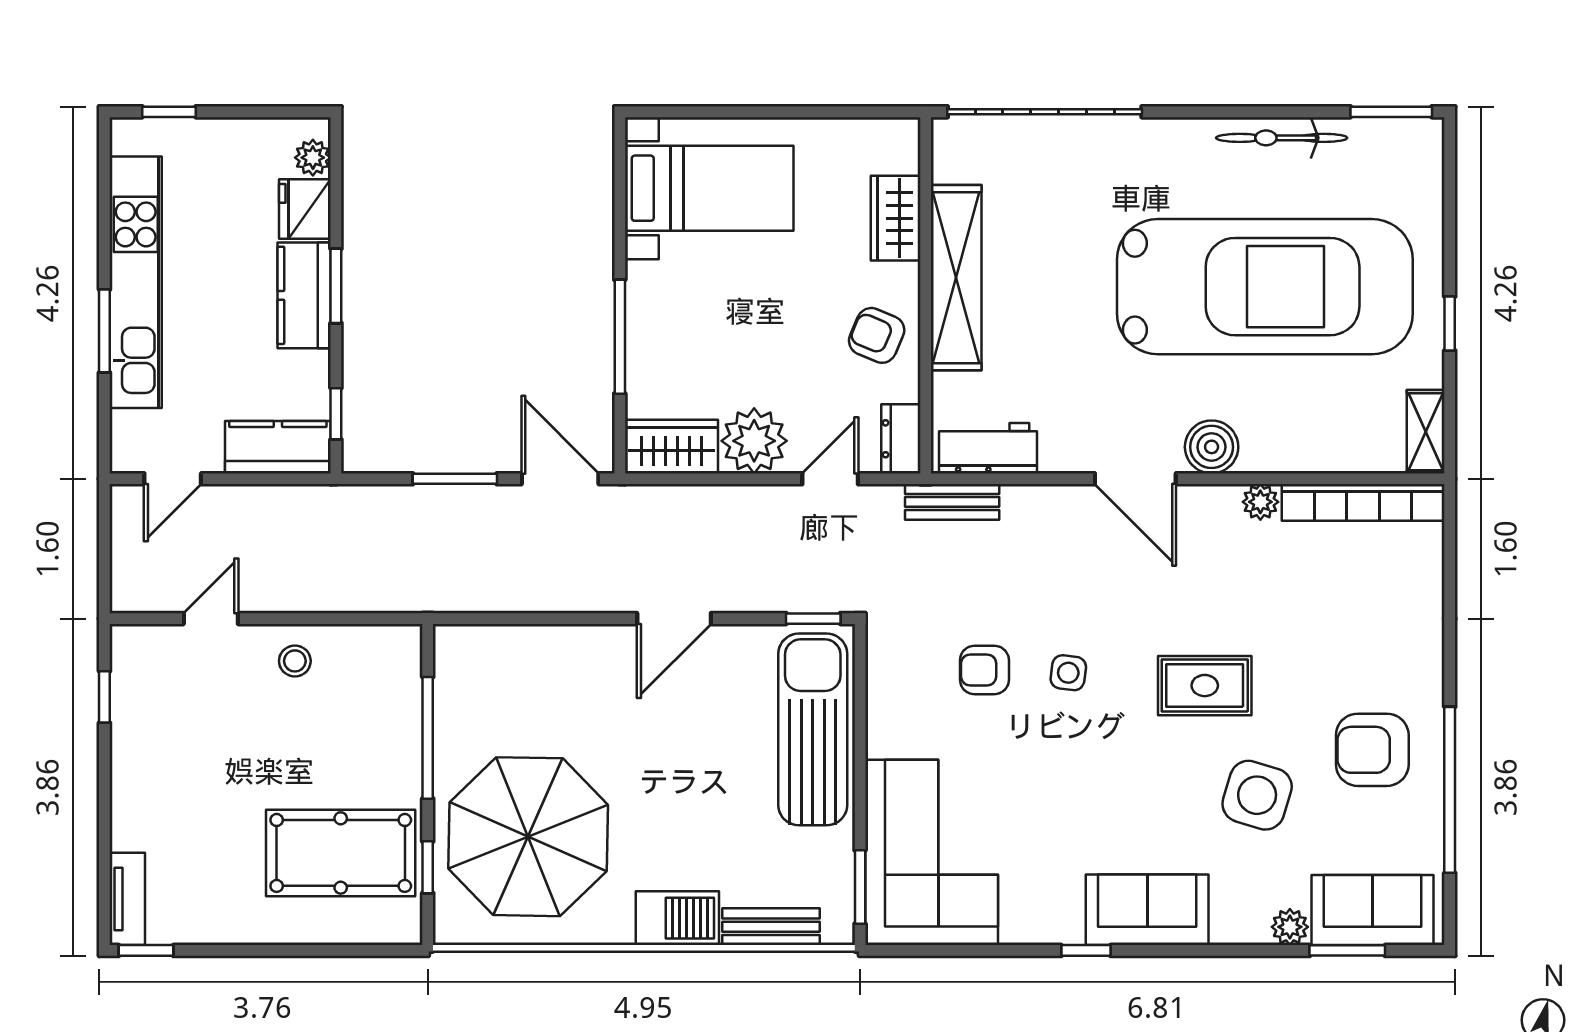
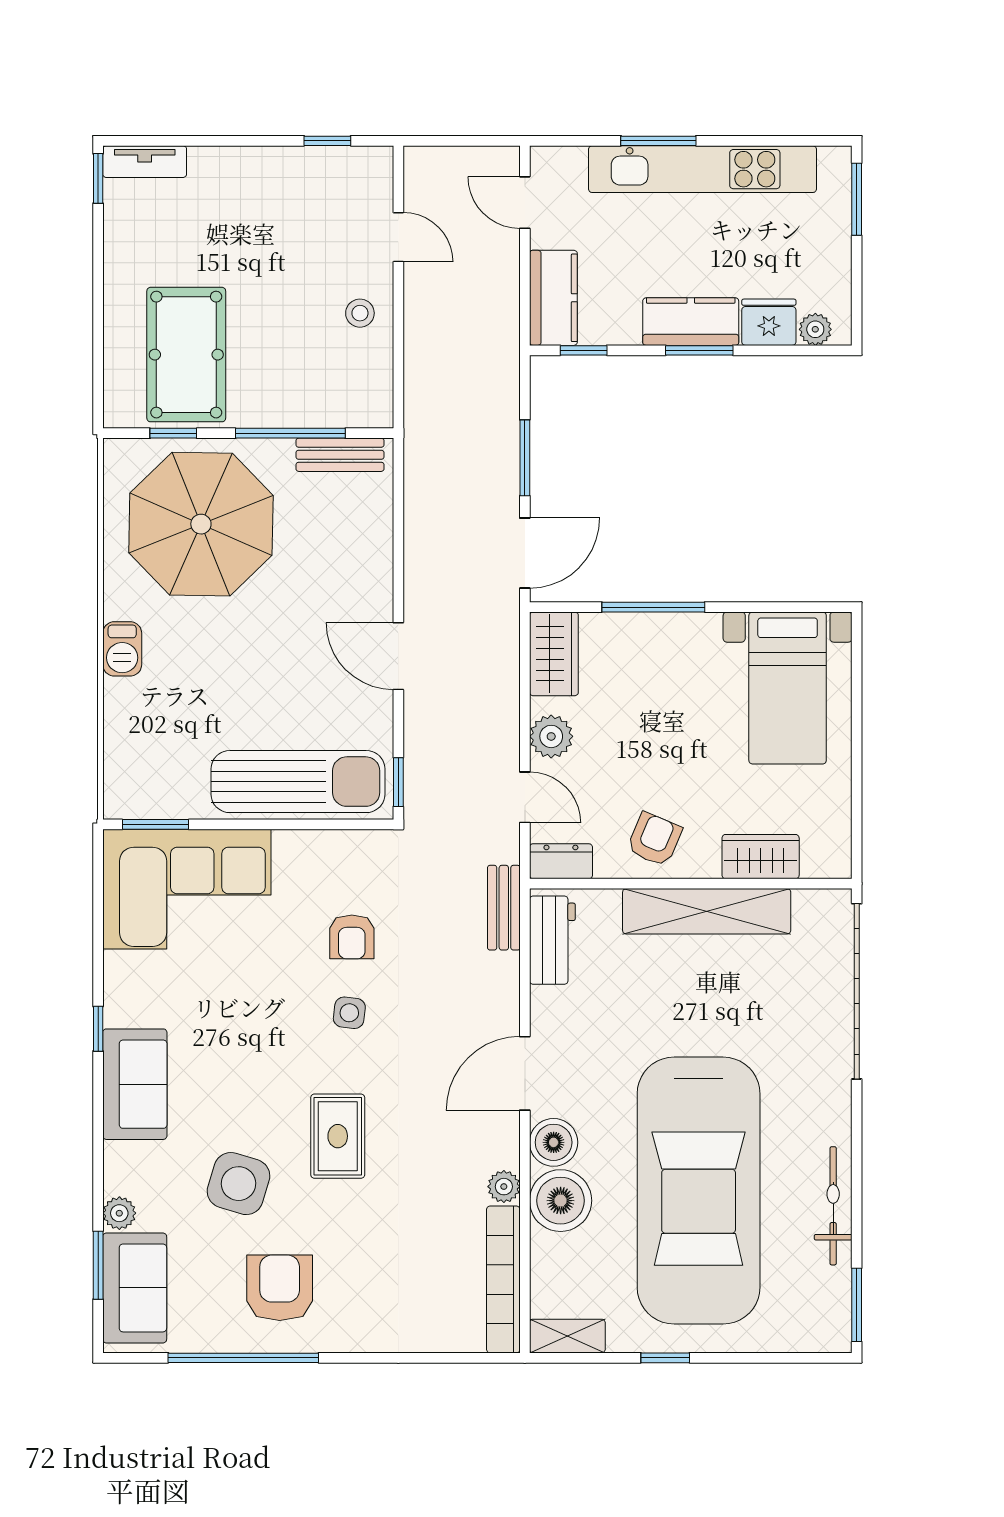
window: (169, 112) -> (857, 199), width x1.50
boiler: (1276, 439) -> (561, 1201), added
plant: (754, 441) -> (551, 736), width x0.73, depth x0.73
armchair: (984, 670) -> (352, 937), turned 180
barbecue: (677, 918) -> (122, 649), width x0.73, depth x0.79
bench: (771, 927) -> (340, 455), moved, turned 90

